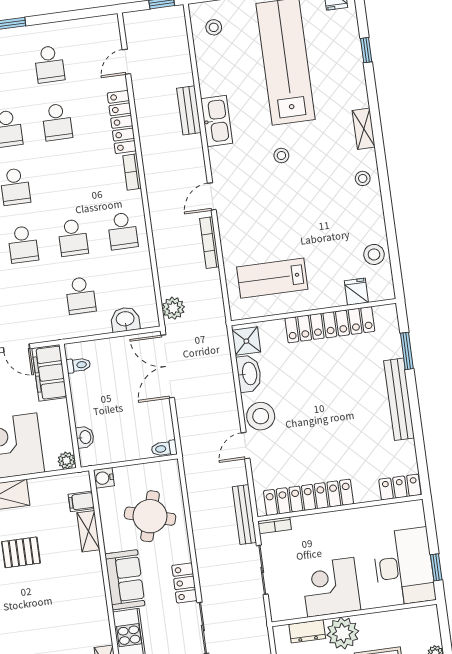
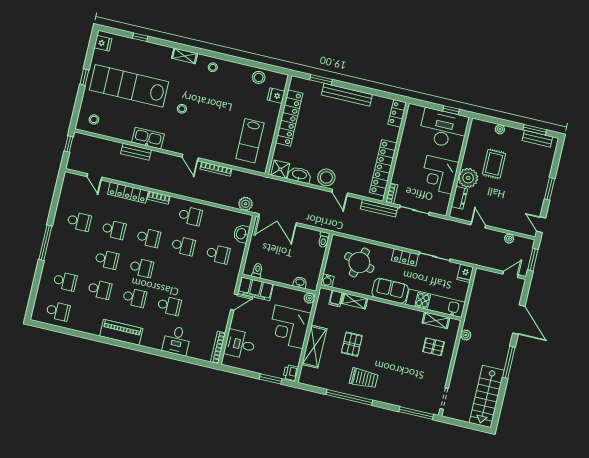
school desk: (23, 244) -> (149, 238), moved

